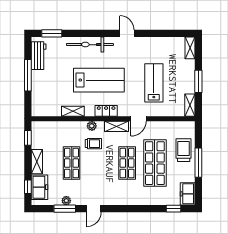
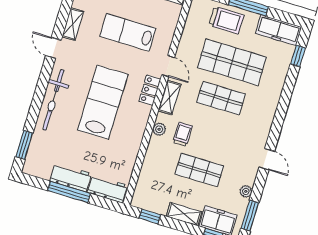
door: (127, 33) -> (53, 48), hinge flipped
workbench: (39, 56) -> (71, 177), moved
workbench: (38, 102) -> (107, 189), added
shelving: (73, 111) -> (73, 24), moved
locker: (106, 111) -> (150, 90), moved
trolley: (184, 150) -> (226, 20), turned 180
freezer: (188, 194) -> (279, 30), width x1.40
window: (65, 209) -> (250, 216), moved

